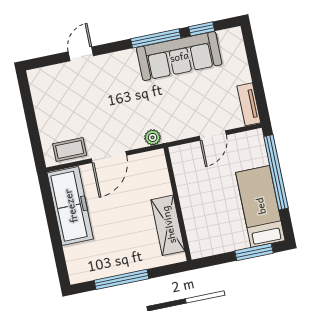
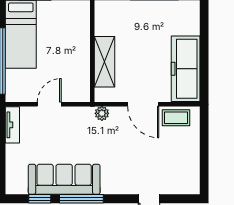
door: (109, 157) -> (143, 104), swing flipped
shelving: (168, 225) -> (104, 62), moved

